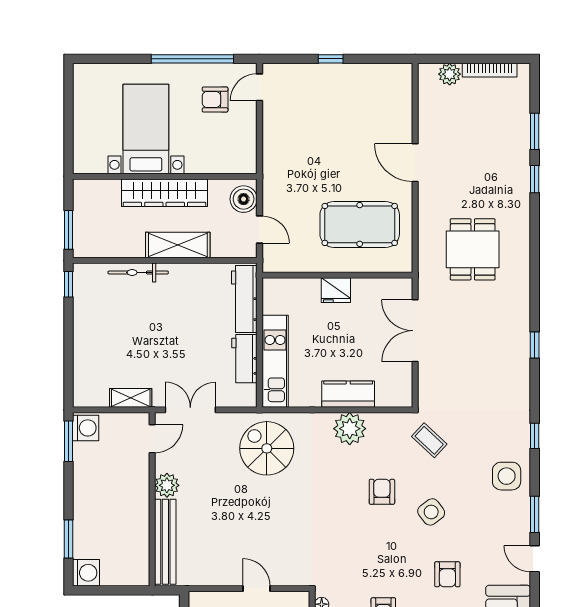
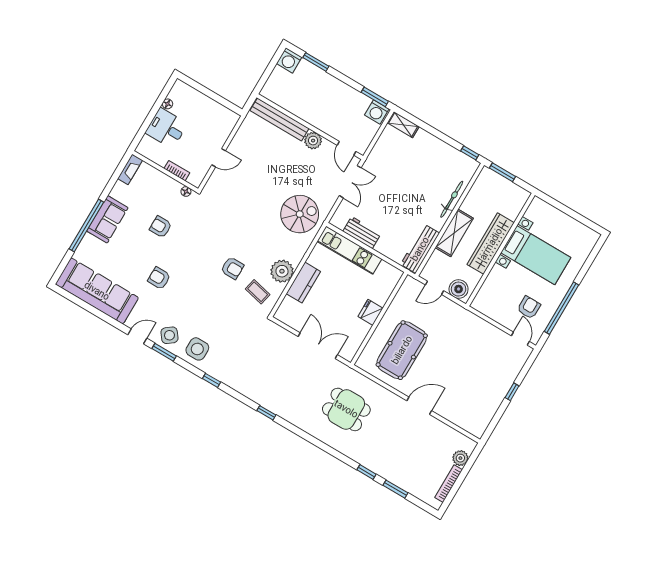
workbench: (244, 299) -> (420, 249), moved, turned -90
shelving: (131, 398) -> (403, 125), moved, turned 90
coffee table: (429, 440) -> (258, 292), moved, turned 60
side table: (431, 512) -> (169, 335), moved

